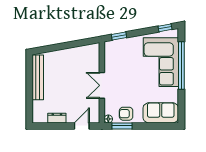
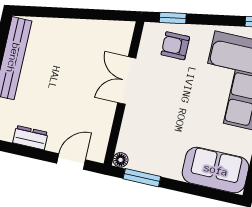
double door: (102, 85) -> (127, 81), moved
armchair: (126, 114) -> (175, 46), moved

